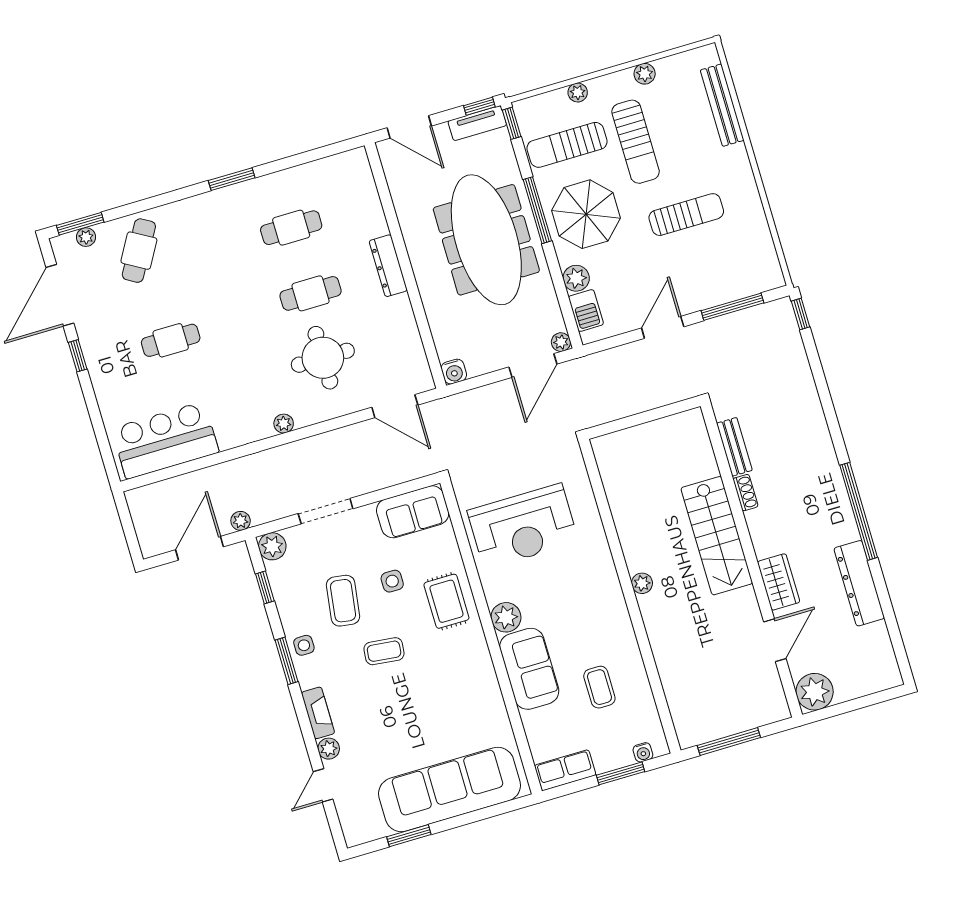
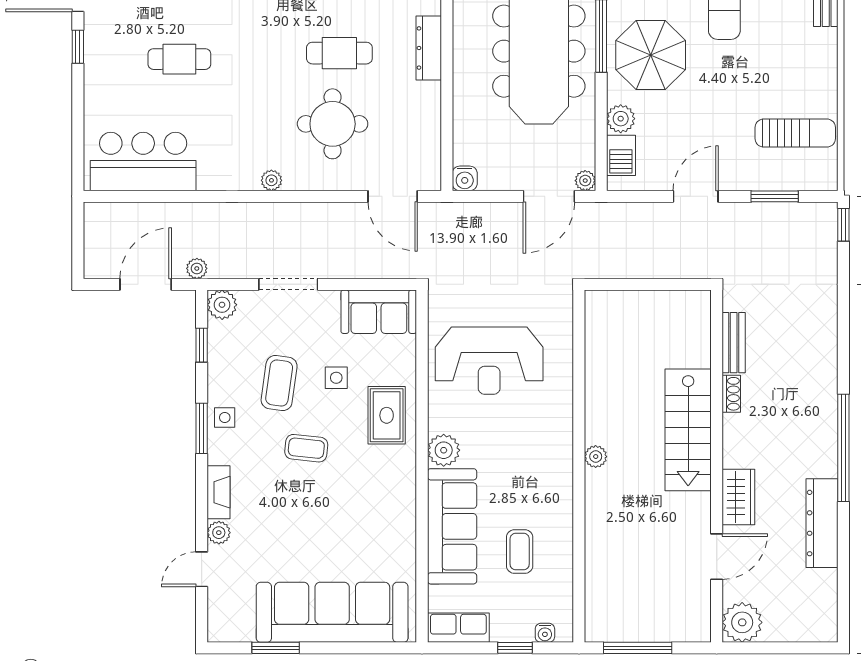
sun lounger: (686, 215) -> (795, 133), moved
window: (732, 307) -> (775, 196), width x0.69
sofa: (529, 669) -> (452, 526), width x1.36
window: (620, 773) -> (515, 648), width x0.67

